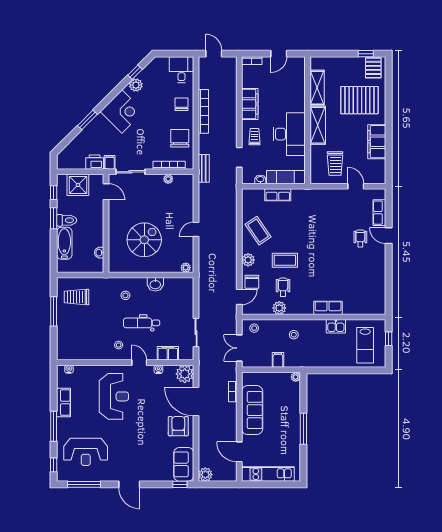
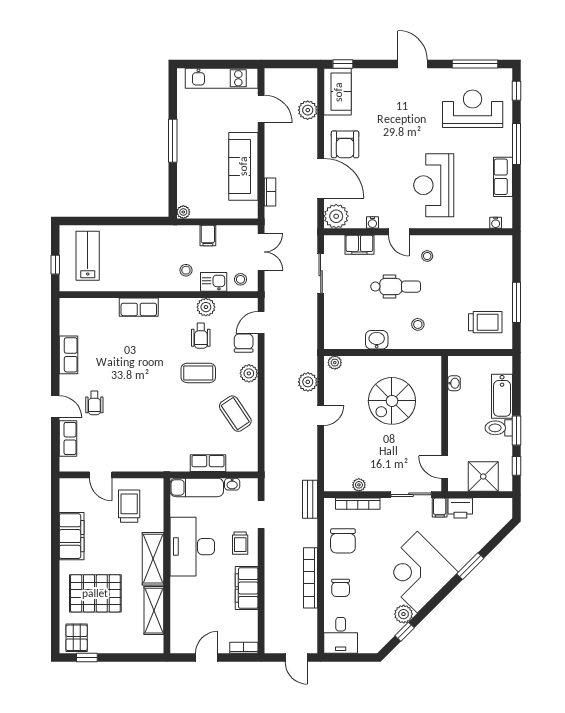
corner desk: (122, 112) -> (417, 572), width x1.36, depth x1.36
plant: (205, 254) -> (308, 382), added
row of seats: (379, 273) -> (68, 355), added
kitchen sink: (336, 326) -> (214, 282), moved
plant: (205, 475) -> (308, 110), moved

